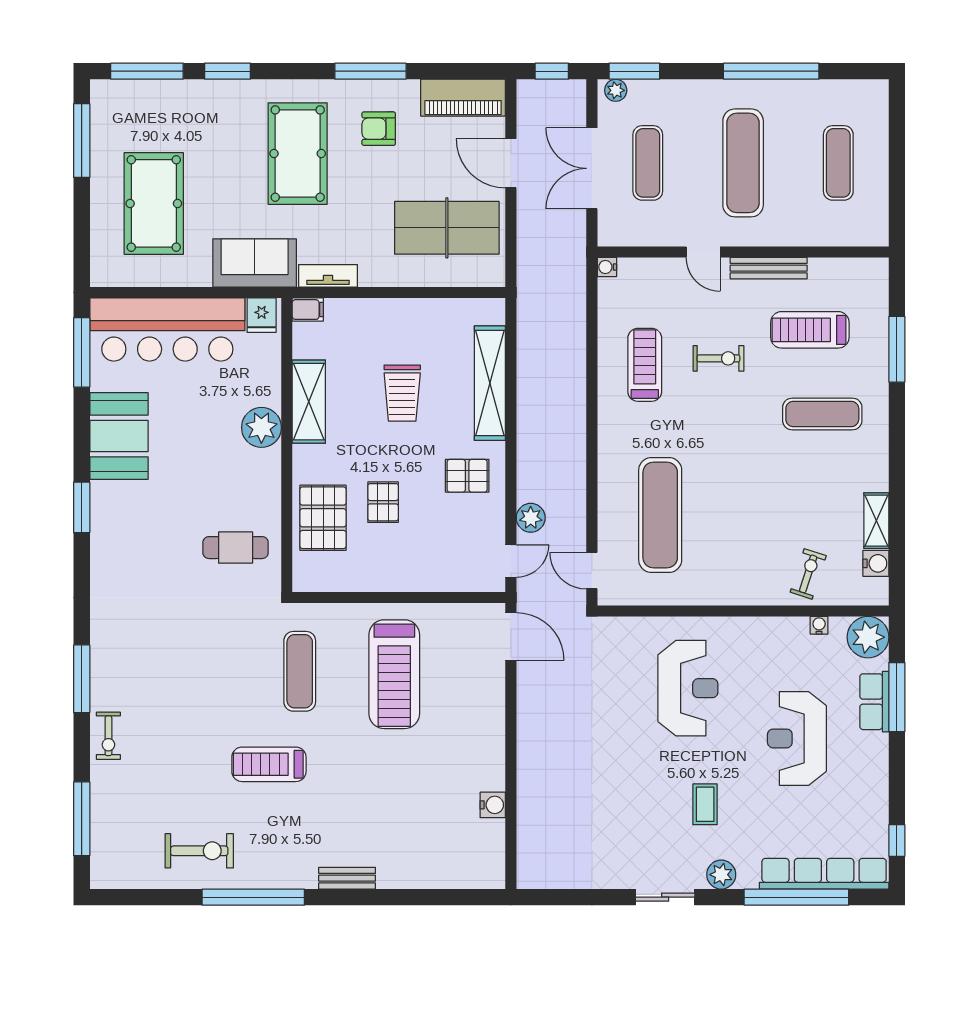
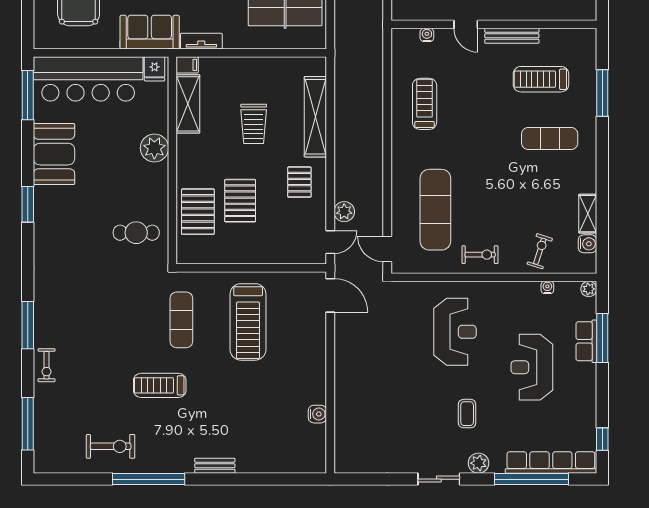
water cooler: (607, 267) -> (427, 35), moved, turned 90
exercise bike: (719, 358) -> (480, 255), moved
shelving: (309, 402) -> (188, 104), moved
pallet: (467, 476) -> (299, 182), turned 90
pallet: (383, 502) -> (240, 201), width x1.50, depth x1.42
plant: (868, 637) -> (589, 289), width x0.53, depth x0.53

